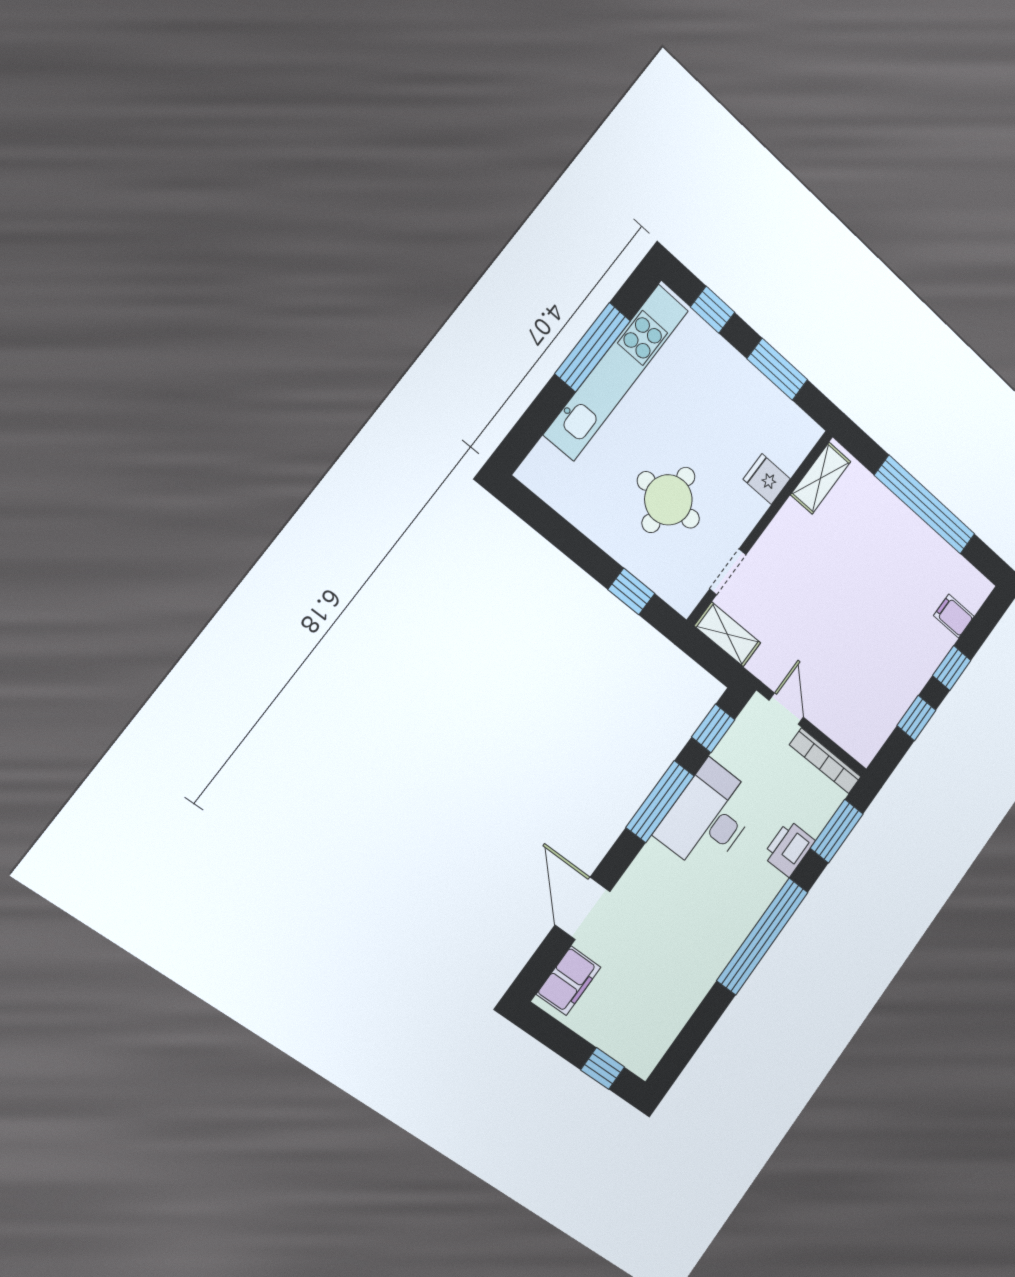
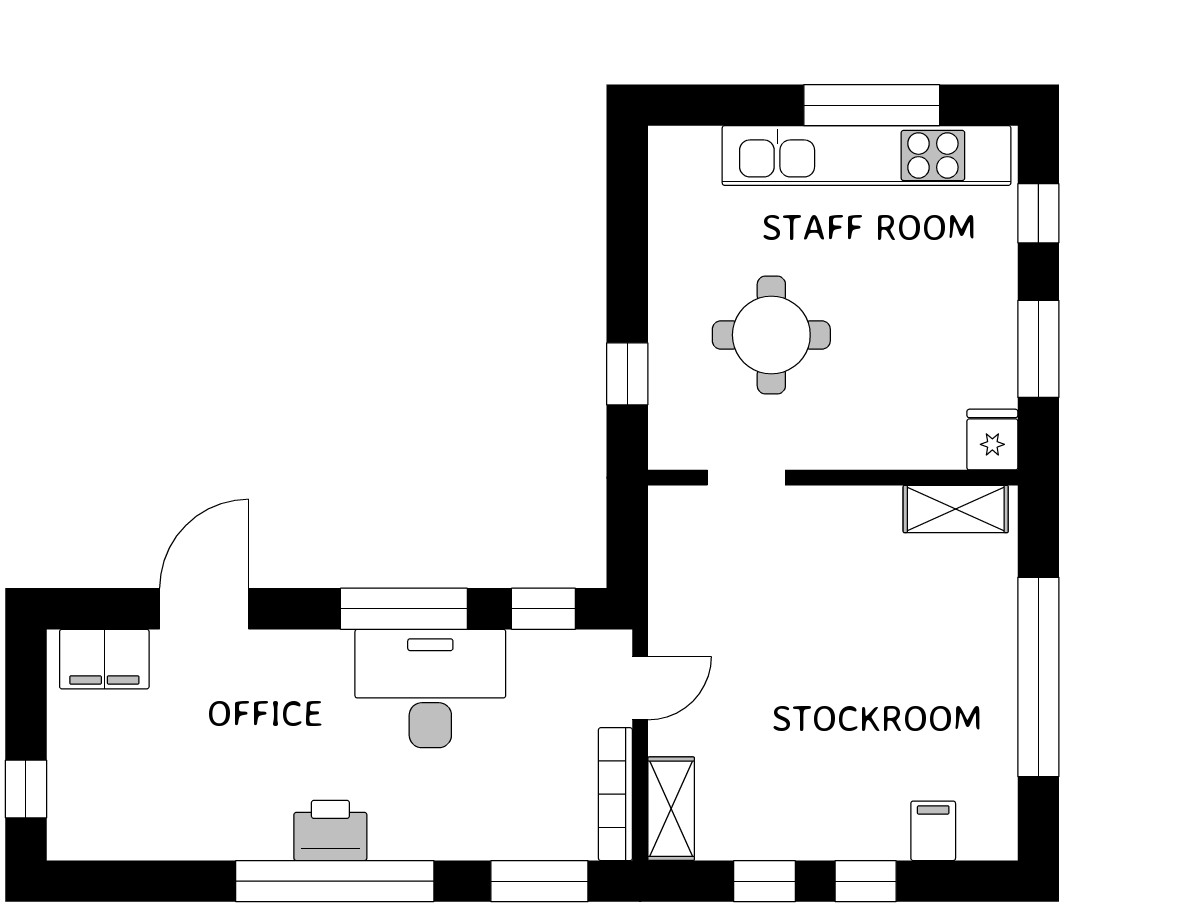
fridge: (767, 479) -> (992, 440), moved
shelving: (728, 634) -> (671, 809), moved
printer: (789, 848) -> (330, 830), moved

